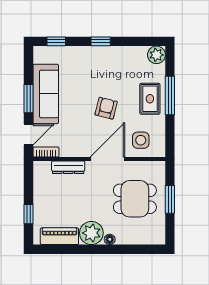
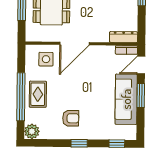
window: (170, 95) -> (21, 97), width x1.46
armchair: (106, 108) -> (71, 118), moved, turned -104
dresser: (68, 167) -> (124, 37), moved

